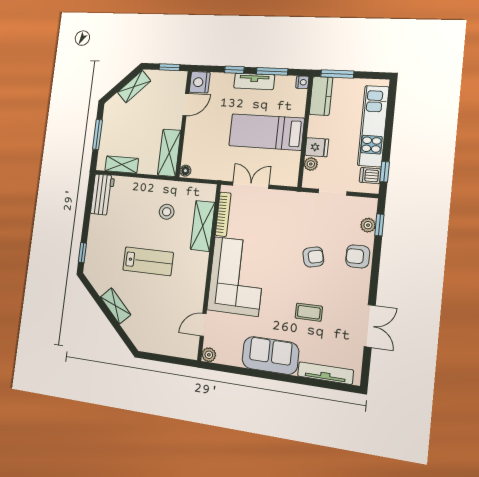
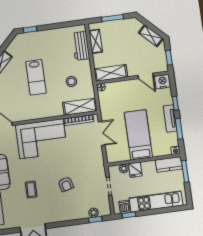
workbench: (102, 195) -> (81, 46), moved, turned 90
shelving: (203, 226) -> (80, 107), moved
armchair: (358, 256) -> (73, 211), removed

